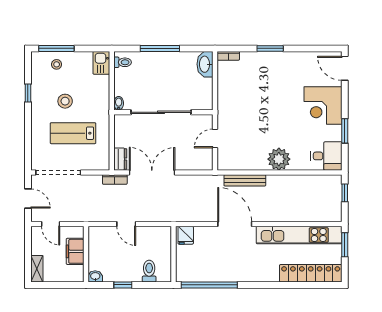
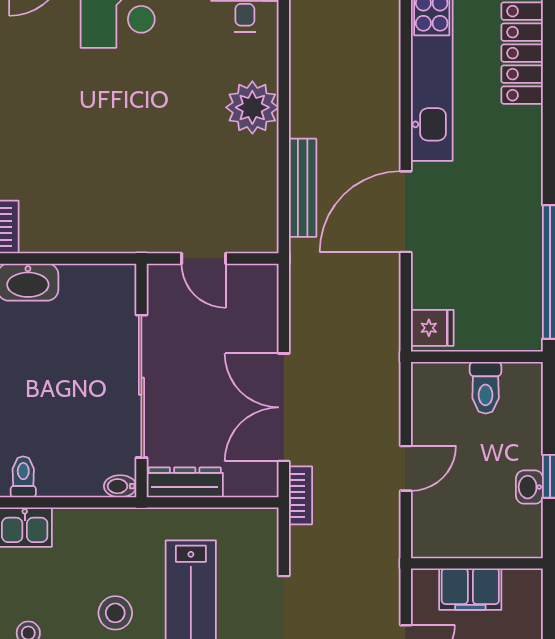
dresser: (120, 159) -> (185, 482), moved, width x1.44
toilet: (149, 271) -> (486, 388), moved, turned -90
washbasin: (95, 276) -> (529, 487), moved

